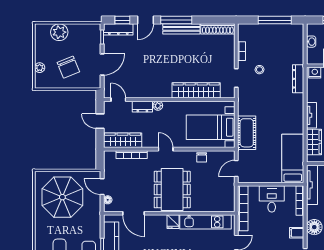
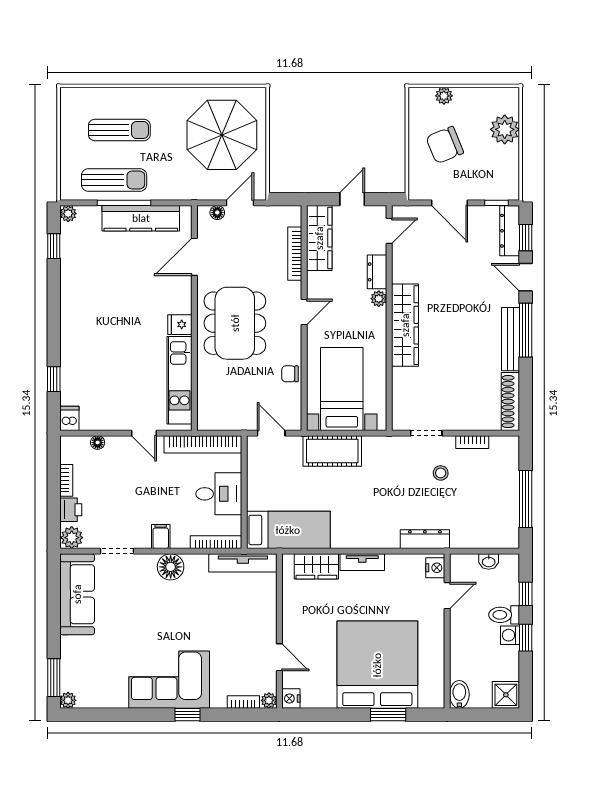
wardrobe: (196, 90) -> (405, 325), moved
dining table: (172, 190) -> (235, 323), turned 90

